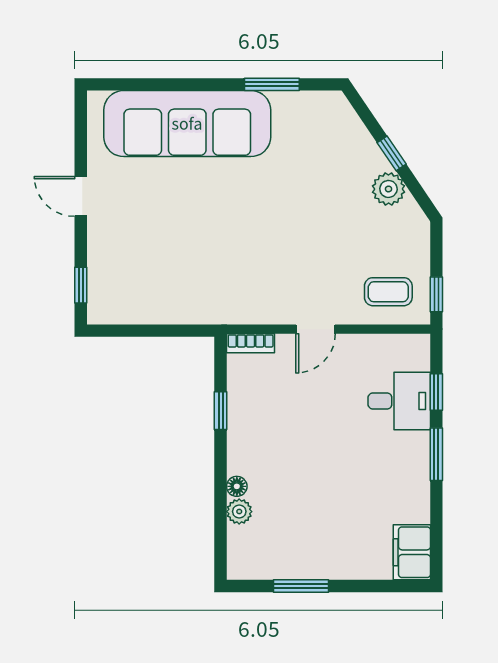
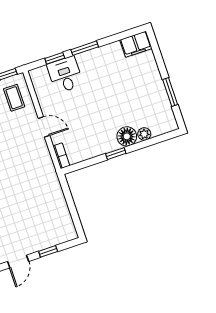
window: (81, 285) -> (48, 251), moved
window: (221, 411) -> (116, 154), moved
floor lamp: (237, 486) -> (127, 136), width x1.89, depth x1.89

